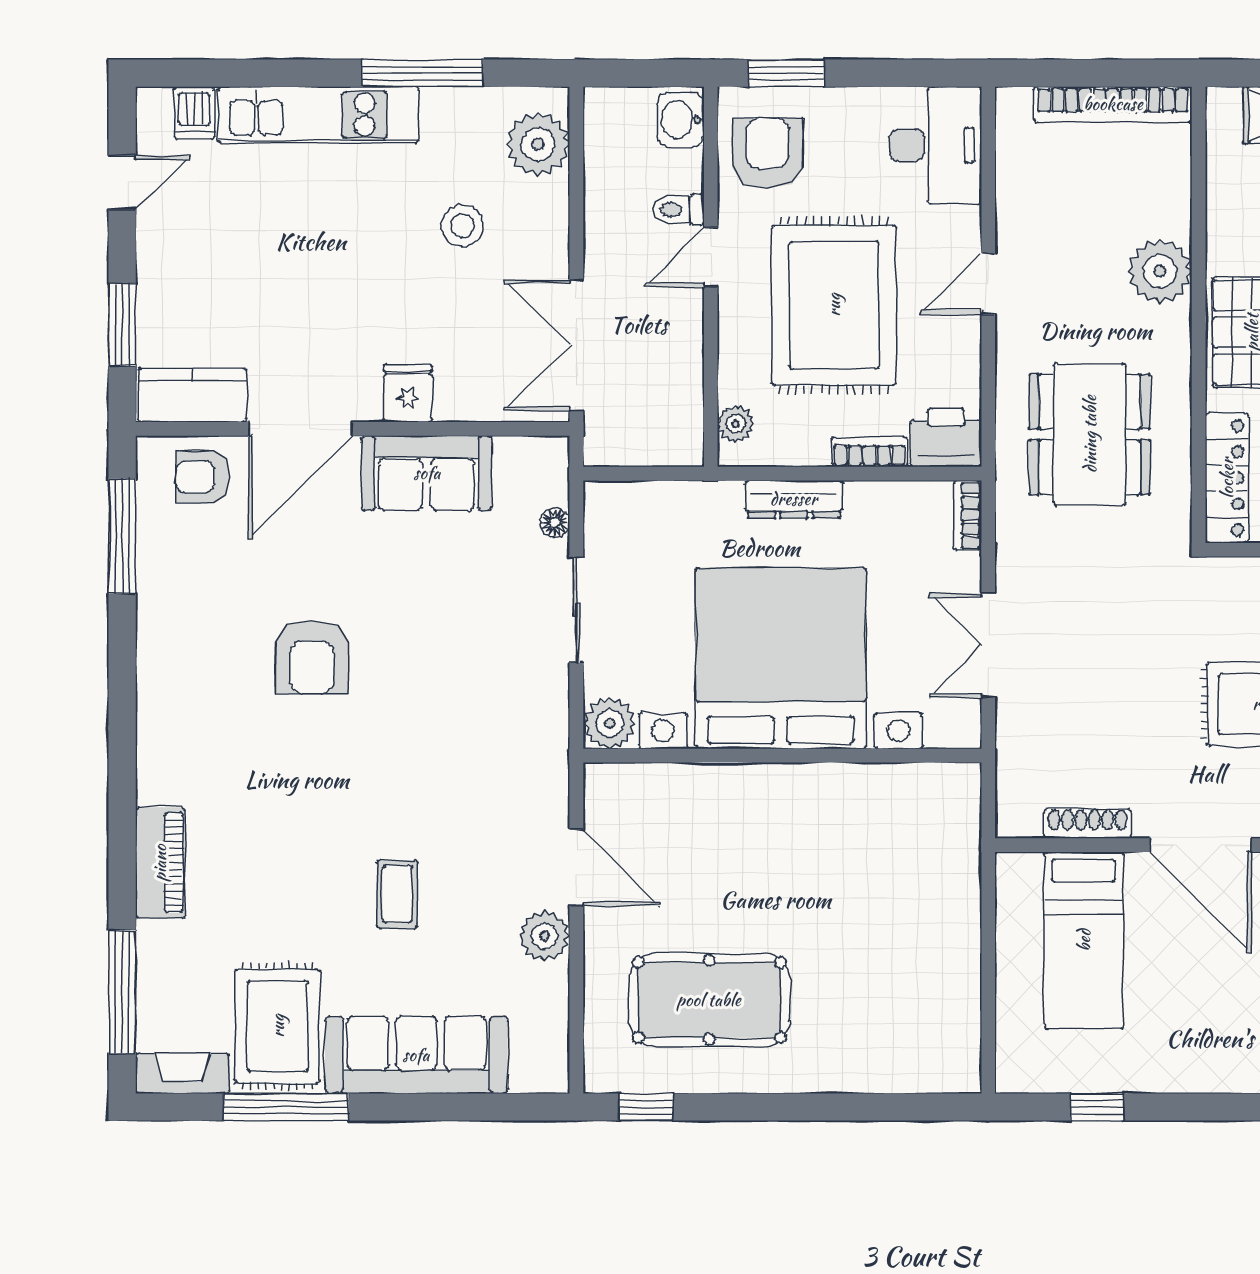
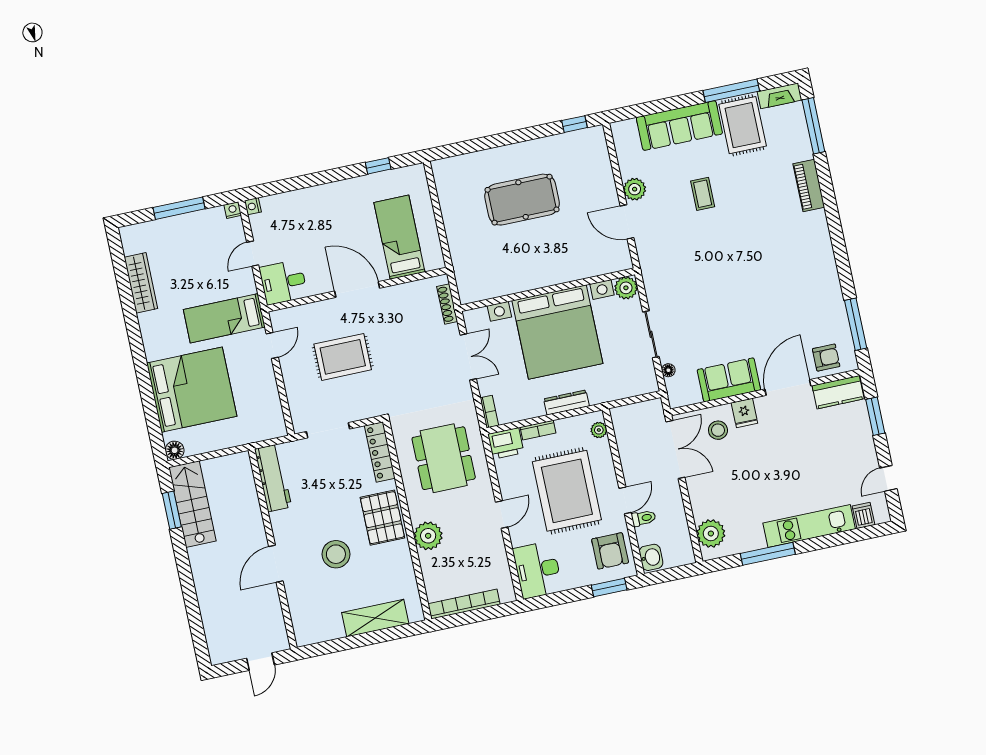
stool: (462, 226) -> (718, 430), moved
armchair: (312, 657) -> (762, 289), removed
shoe rack: (1088, 824) -> (447, 304), moved, turned 90
pool table: (709, 1000) -> (522, 200), moved

